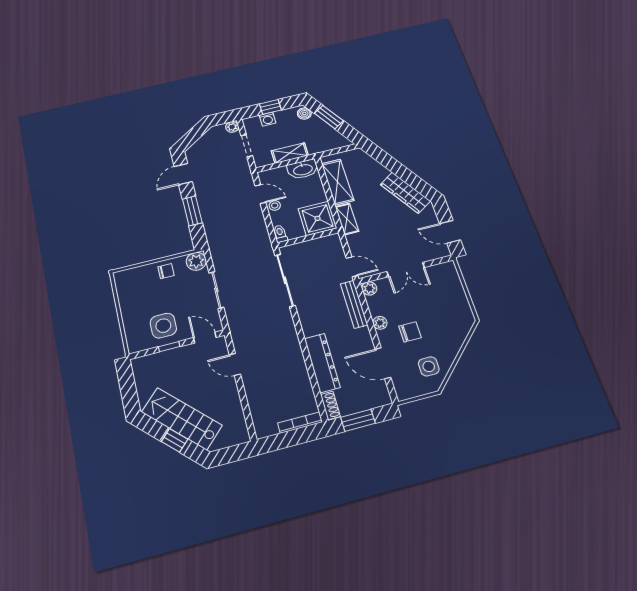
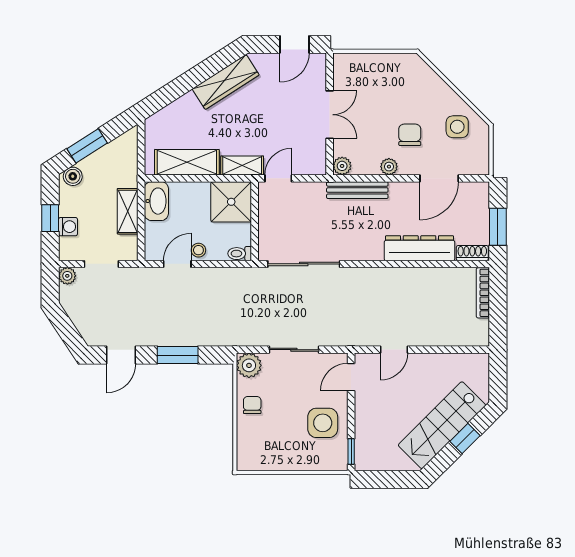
door: (183, 174) -> (121, 355), hinge flipped
door: (352, 267) -> (278, 178), moved
window: (169, 347) -> (351, 452), moved

